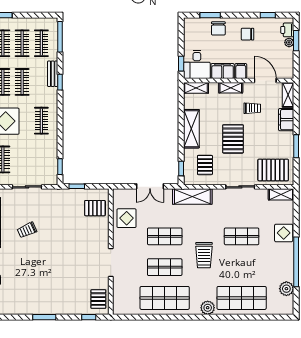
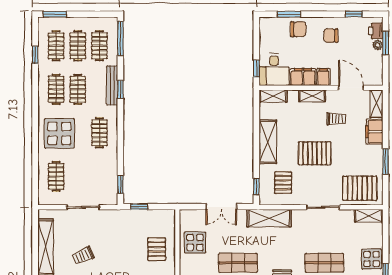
chair: (218, 28) -> (298, 29), turned -90
bench: (53, 74) -> (112, 85), width x1.36
pallet: (233, 139) -> (315, 153), turned 90
pallet: (95, 208) -> (157, 249), moved, turned 90

